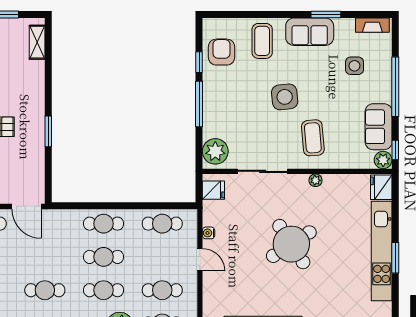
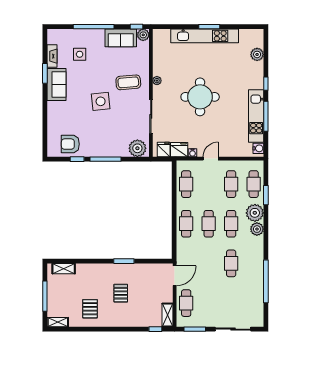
fireplace: (372, 25) -> (52, 56), moved
coffee table: (262, 41) -> (63, 117), removed
fridge: (381, 187) -> (179, 150), moved, turned 180
round table: (291, 244) -> (200, 97), turned 33

